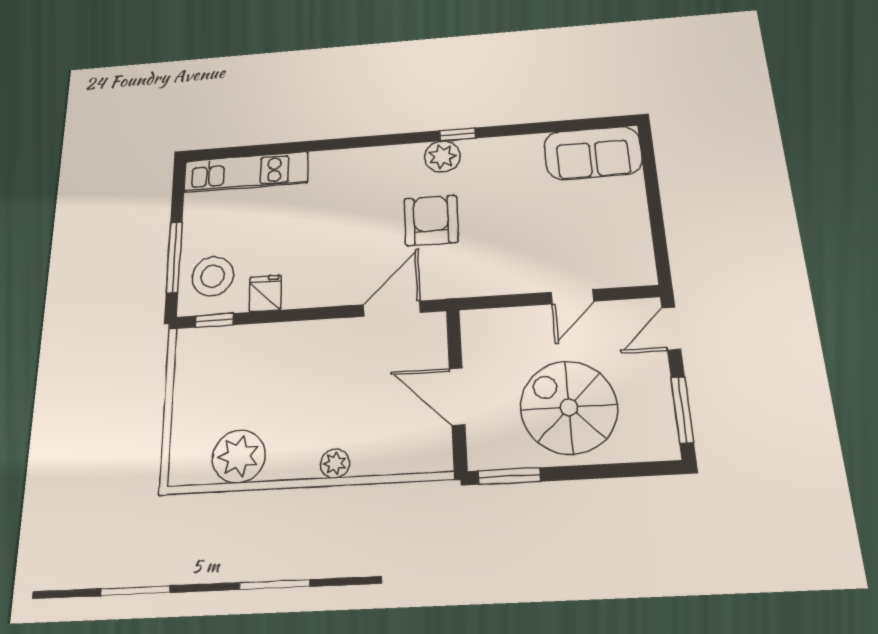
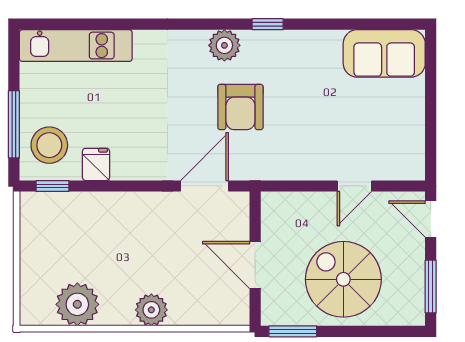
plant: (442, 157) -> (224, 45), moved
armchair: (431, 220) -> (240, 107), turned 180
door: (671, 329) -> (431, 219), hinge flipped
plant: (335, 464) -> (151, 310), width x1.38, depth x1.38

